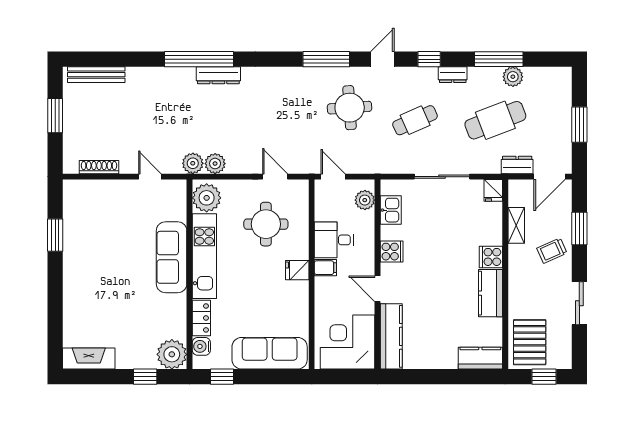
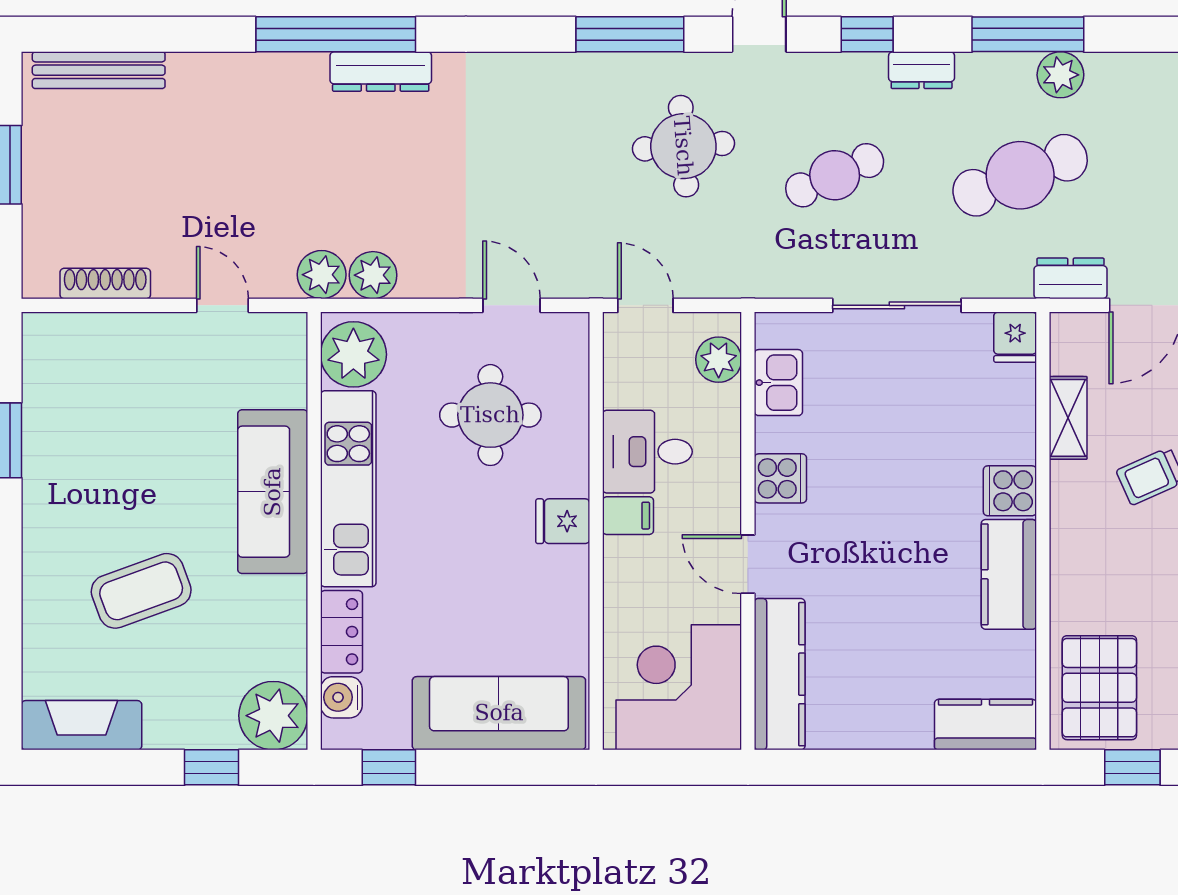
coffee table: (115, 300) -> (141, 591), added

